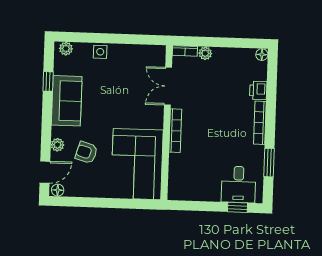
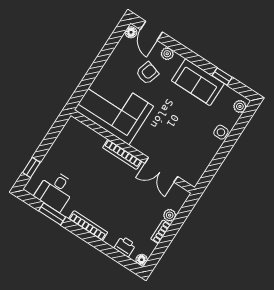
bookcase: (185, 51) -> (161, 232), moved
double door: (168, 86) -> (161, 170), swing flipped
printer: (258, 91) -> (125, 246), moved
desk: (238, 184) -> (55, 191), moved, turned -90

